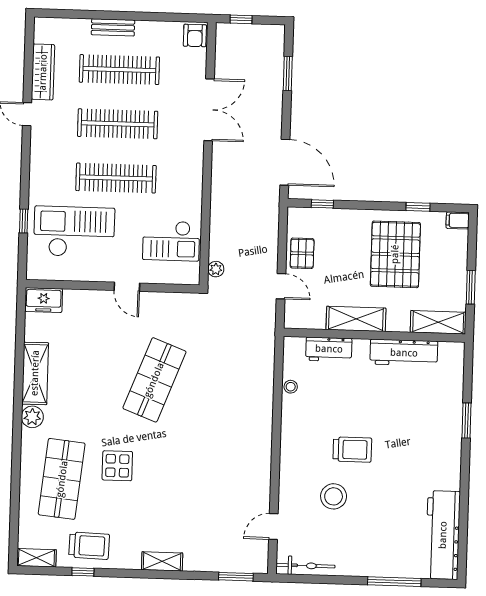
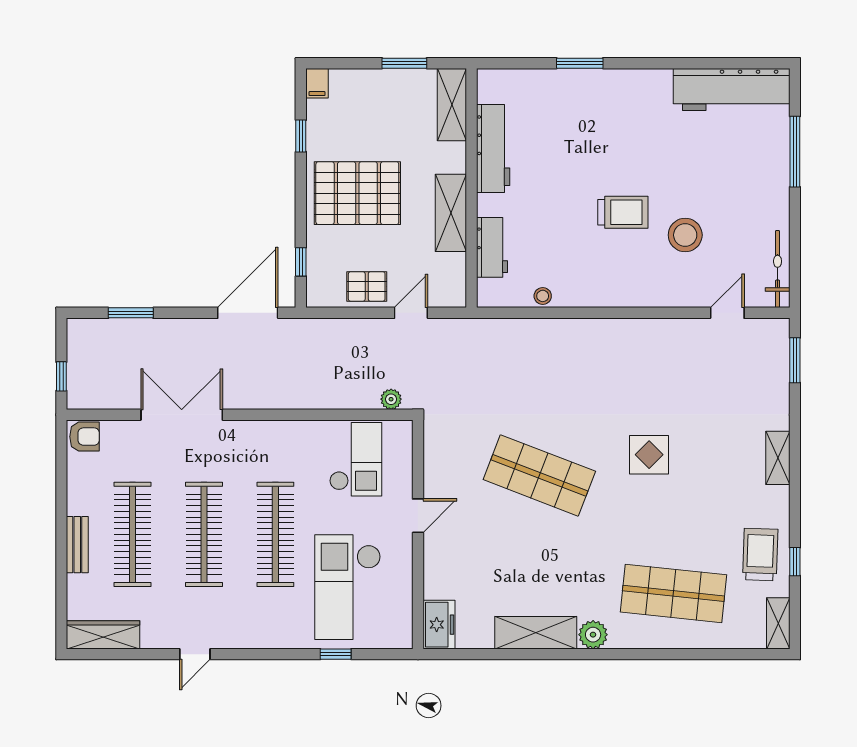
wardrobe: (43, 72) -> (103, 635), moved
pallet: (395, 254) -> (357, 193), moved
trolley: (352, 450) -> (623, 212), turned 90
display table: (117, 466) -> (649, 455), moved
door: (273, 526) -> (727, 313), swing flipped

